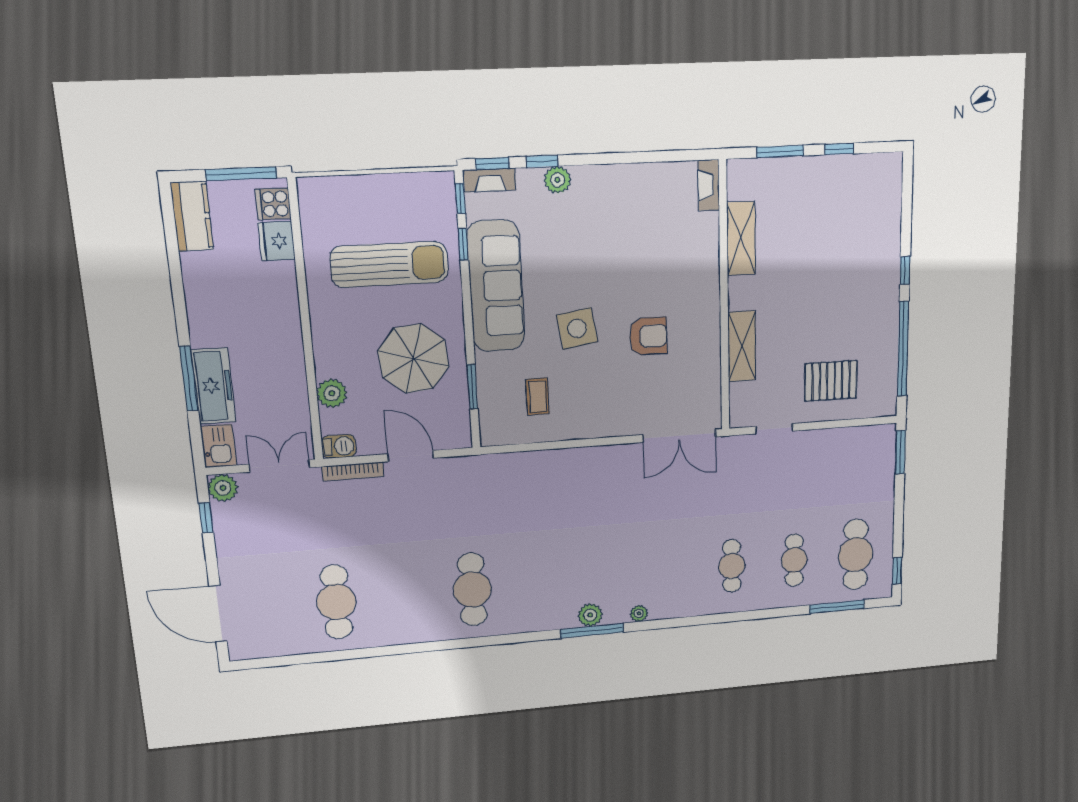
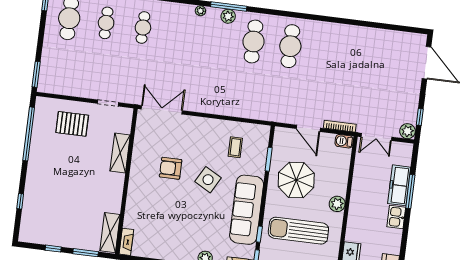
shelving: (741, 238) -> (110, 233), moved
window: (905, 271) -> (20, 201), moved
side table: (577, 328) -> (208, 180), turned 38
plant: (332, 393) -> (337, 204), moved
kitchen sink: (218, 446) -> (396, 217), moved
cafe table: (336, 602) -> (254, 41), moved

